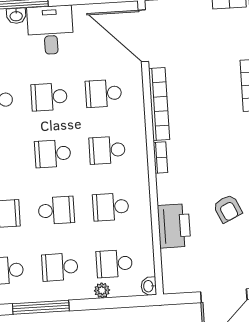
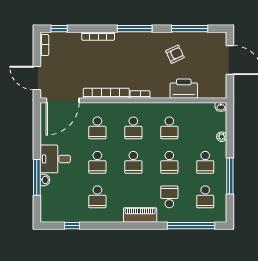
school desk: (56, 210) -> (169, 162), turned 180
school desk: (114, 264) -> (205, 128), removed

